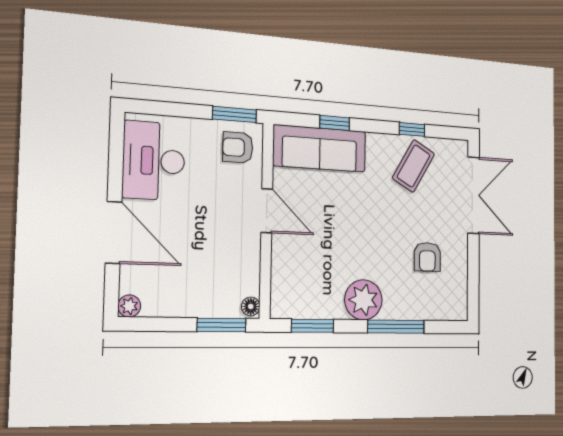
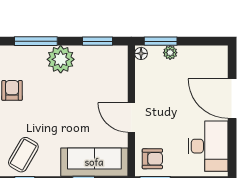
plant: (129, 306) -> (170, 53), moved

